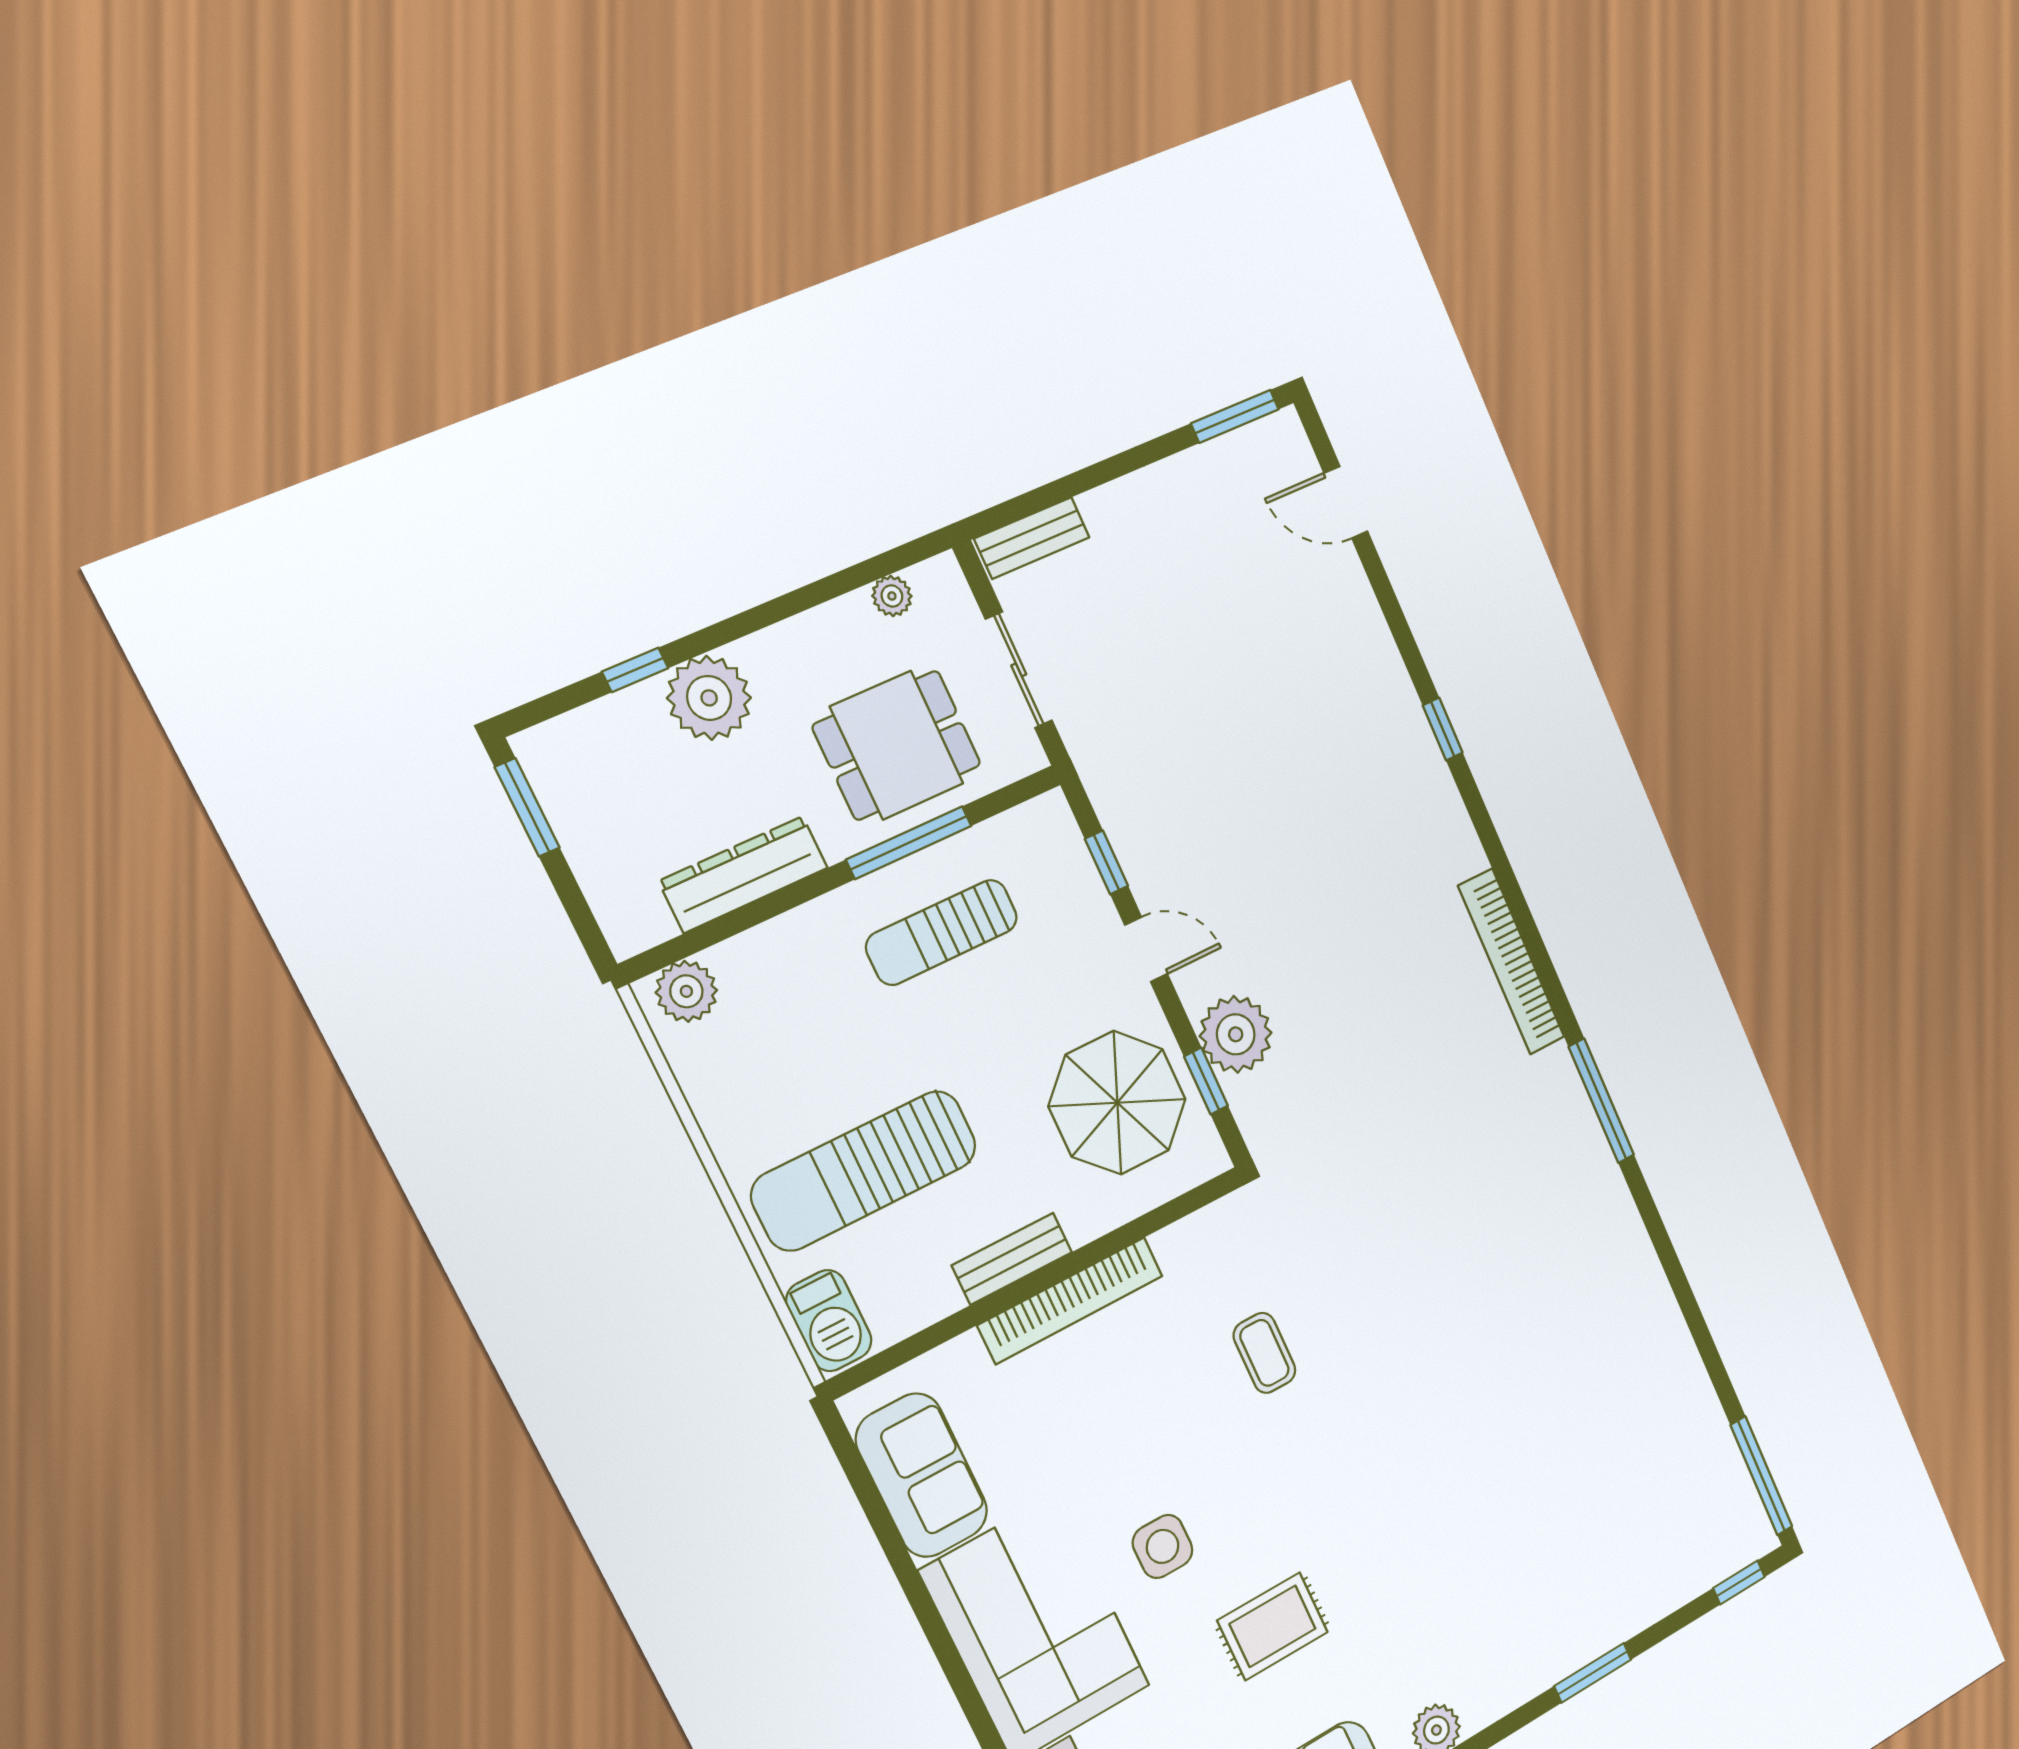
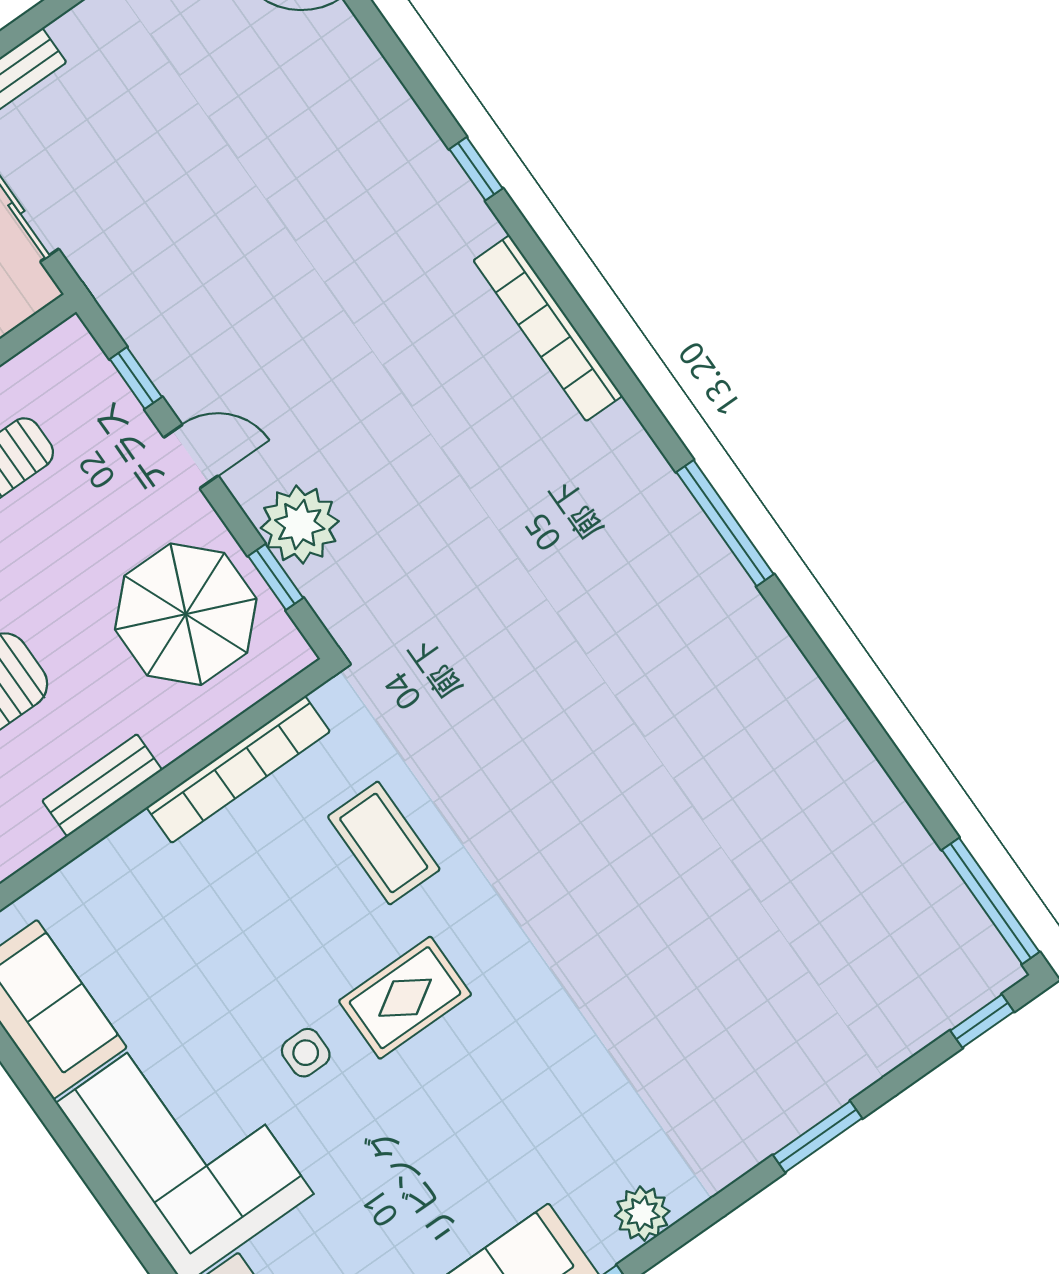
bookcase: (1511, 962) -> (548, 328), moved
bookcase: (1071, 1300) -> (238, 769), moved
coffee table: (1264, 1353) -> (384, 843), width x1.36, depth x1.30
side table: (1163, 1546) -> (306, 1053), width x0.73, depth x0.73
rug: (1273, 1626) -> (405, 998), moved

